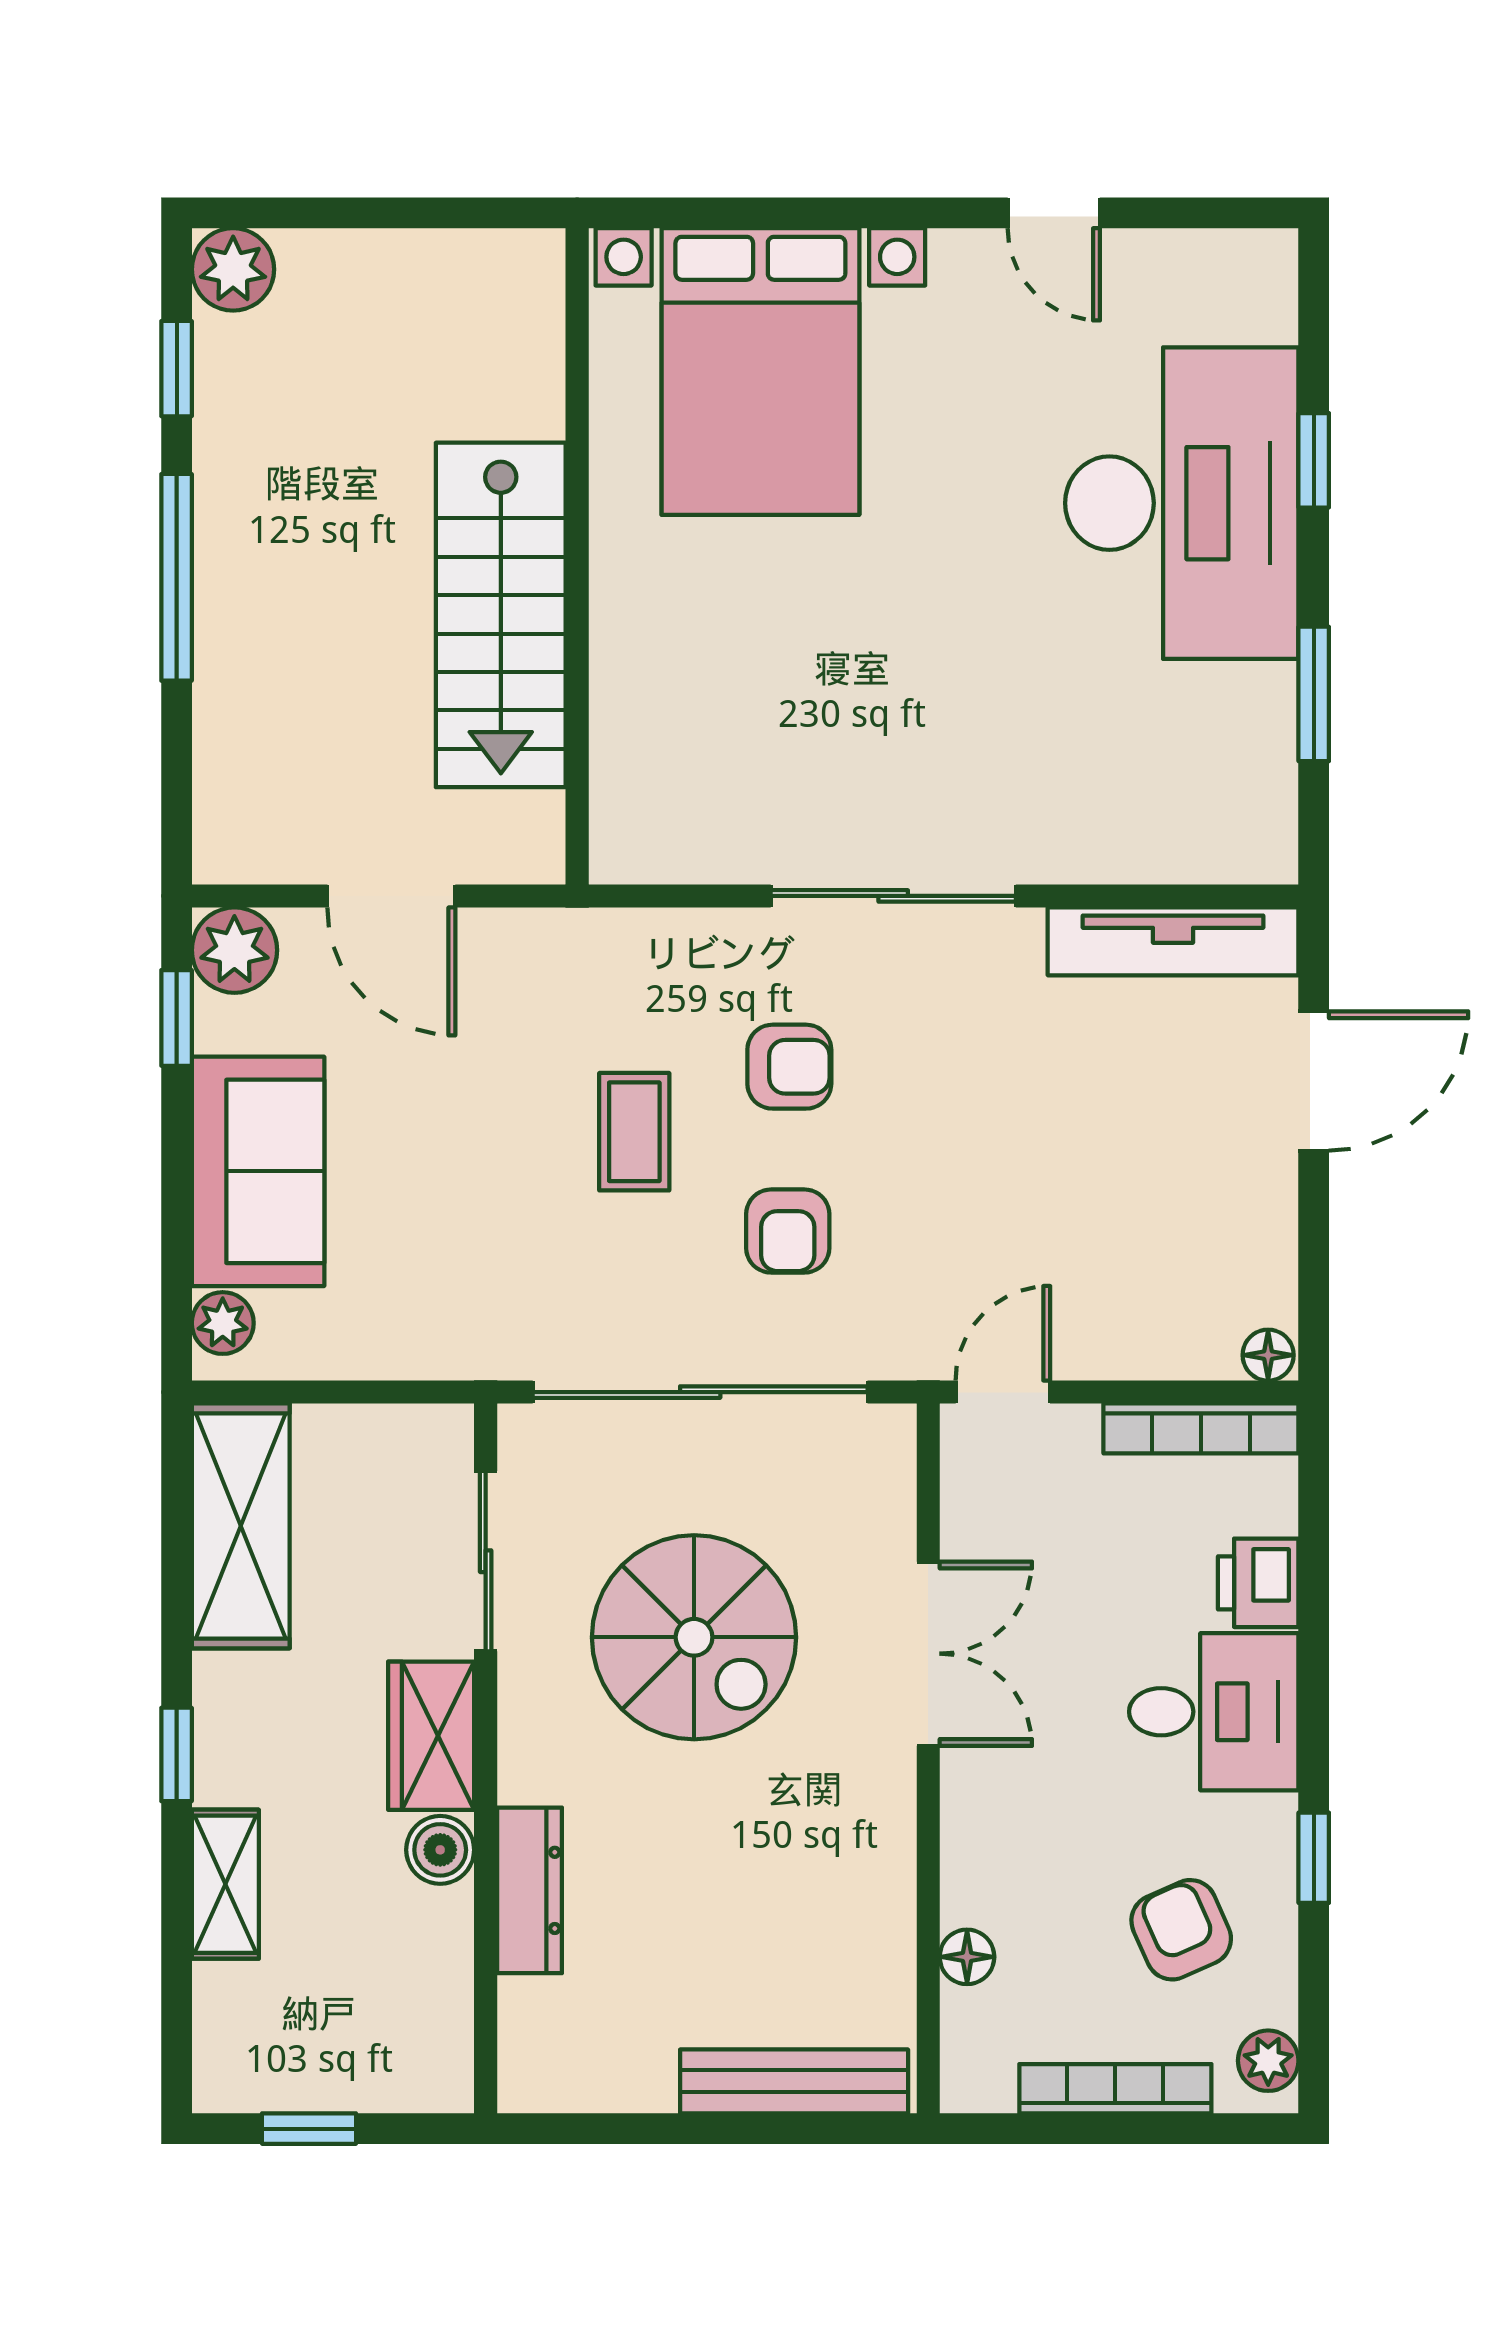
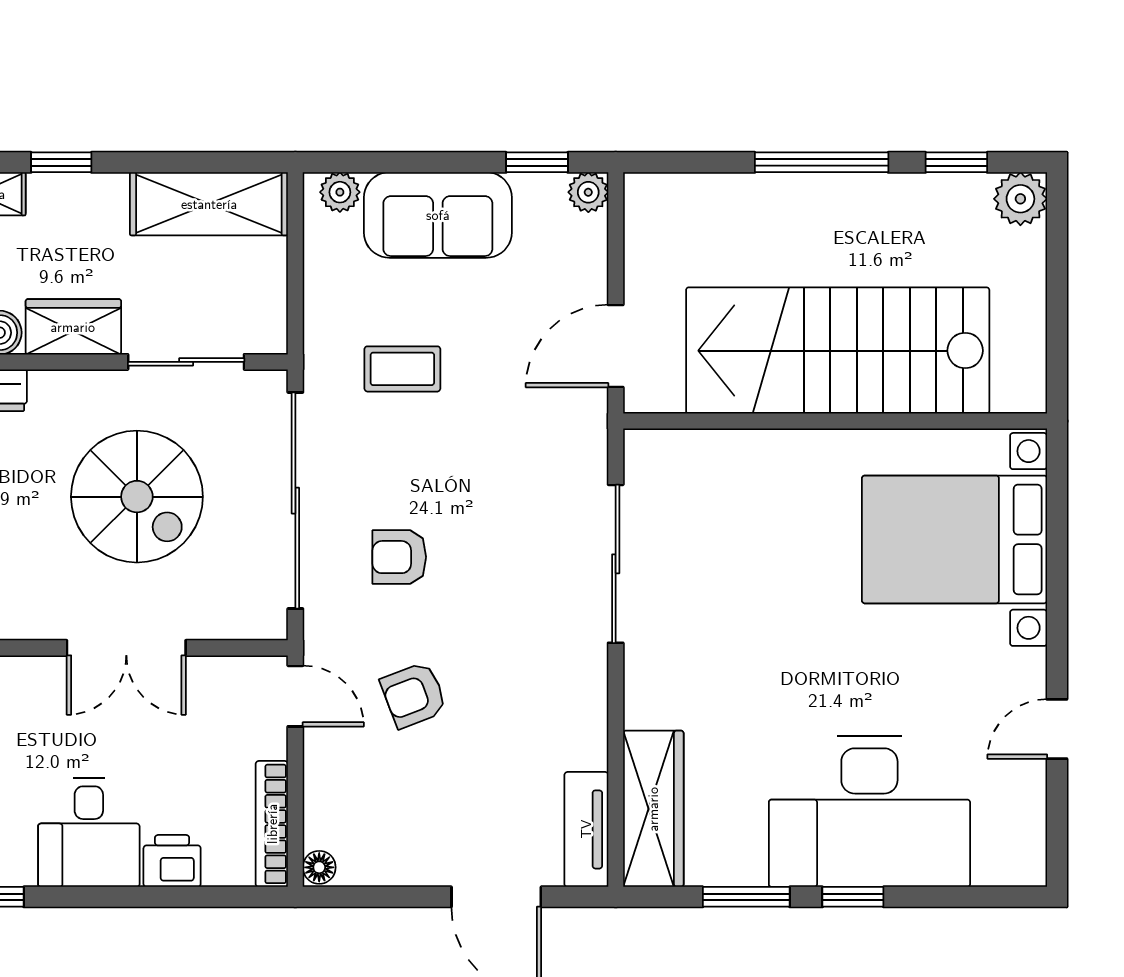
window: (1314, 460) -> (853, 897), moved
stairs: (501, 615) -> (838, 351), width x1.36, depth x1.51
wardrobe: (1177, 838) -> (653, 809), added
door: (391, 896) -> (616, 346), moved
sliding door: (893, 896) -> (616, 564), moved
tv unit: (1173, 941) -> (586, 829), width x0.71
plant: (234, 950) -> (588, 192), width x0.73, depth x0.73
armchair: (789, 1067) -> (414, 695), moved, turned 69
coffee table: (634, 1132) -> (402, 369), moved
spiral stairs: (694, 1637) -> (137, 497), turned -90

